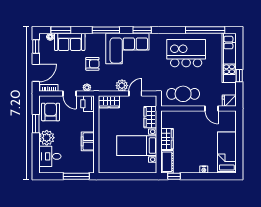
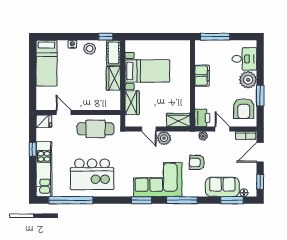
door: (135, 94) -> (149, 129), hinge flipped
stool: (188, 166) -> (90, 49), added

